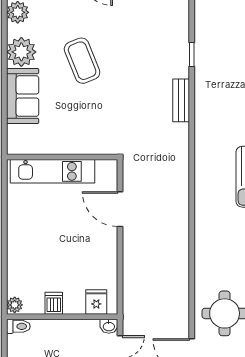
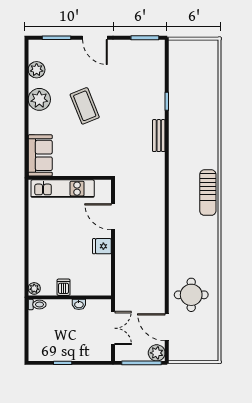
sofa: (23, 96) -> (40, 155), moved
fridge: (96, 302) -> (102, 246), moved, turned -90
washbasin: (109, 326) -> (79, 304), moved

